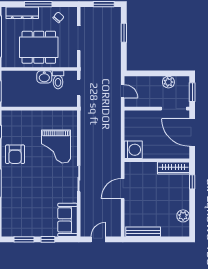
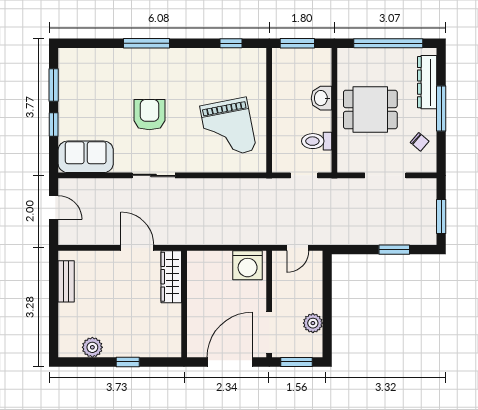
dining table: (39, 47) -> (370, 110), width x0.73
washbasin: (44, 77) -> (321, 98), moved
grand piano: (56, 147) -> (228, 128), moved, turned -101
washing machine: (133, 150) -> (248, 265), moved
armchair: (15, 154) -> (149, 115), moved, turned 90
wardrobe: (173, 168) -> (171, 277), moved
window: (192, 182) -> (128, 362), moved
bench: (143, 232) -> (66, 281), width x0.73

